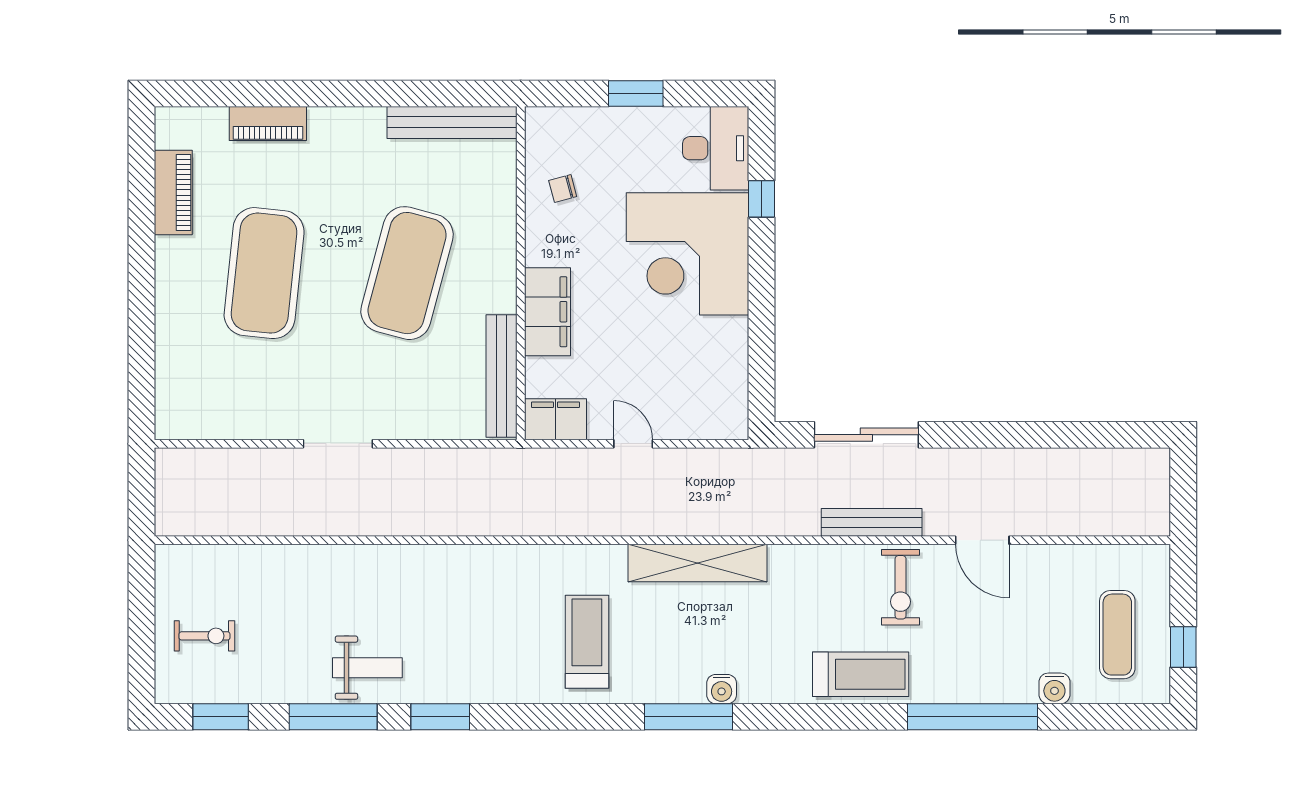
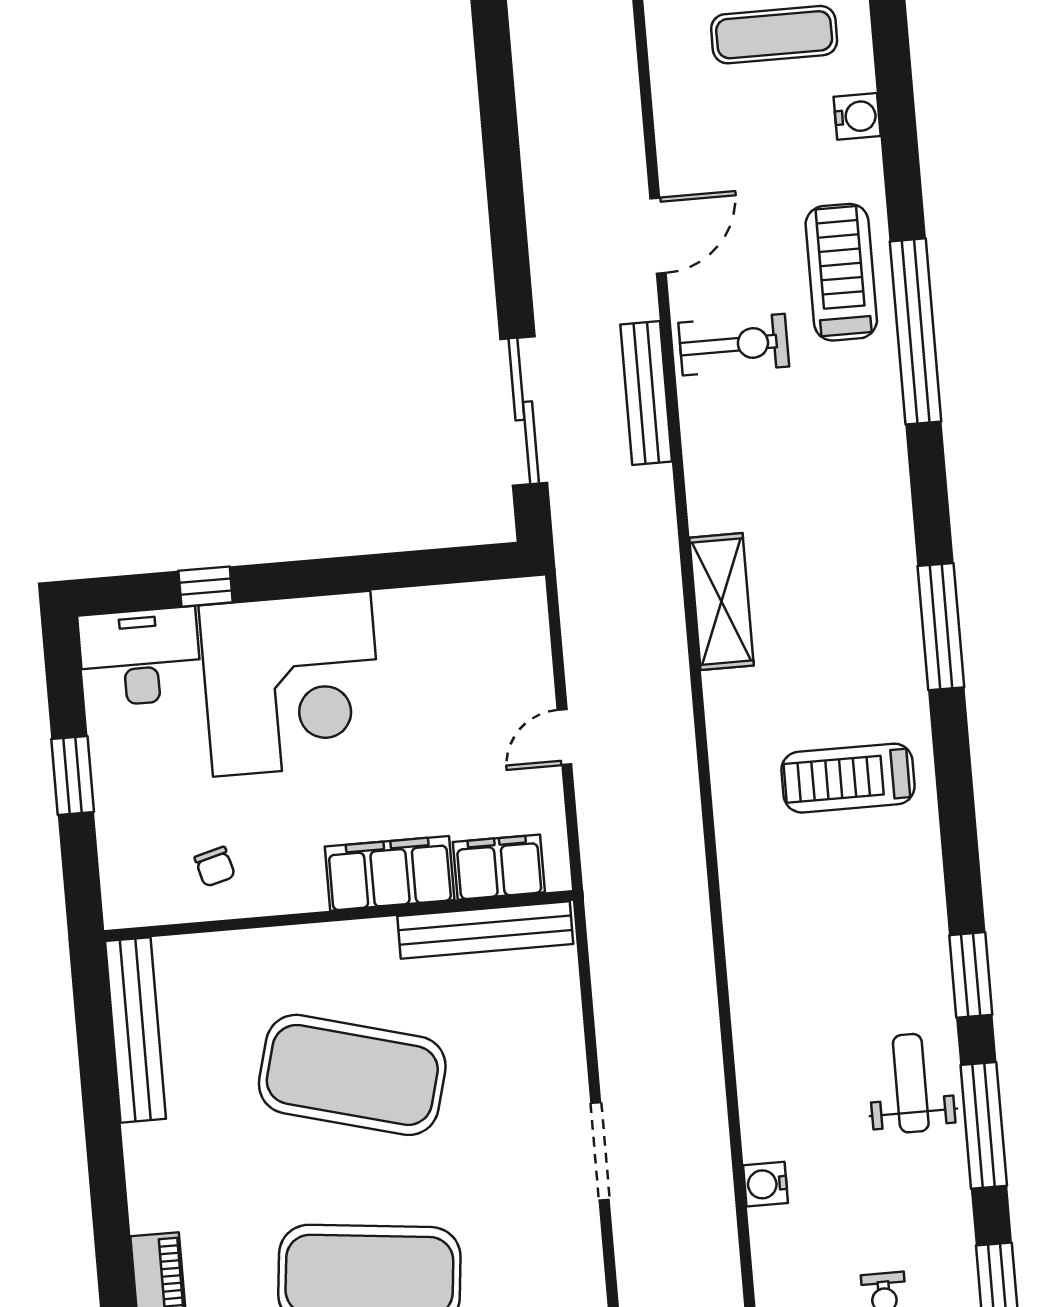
filing cabinet: (555, 419) -> (499, 867), moved, turned 90
shelving: (697, 563) -> (722, 602), width x0.68
treadmill: (861, 674) -> (841, 272), moved
water cooler: (722, 689) -> (766, 1184), moved, turned 180
window: (972, 717) -> (916, 331), moved

